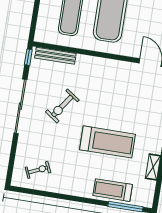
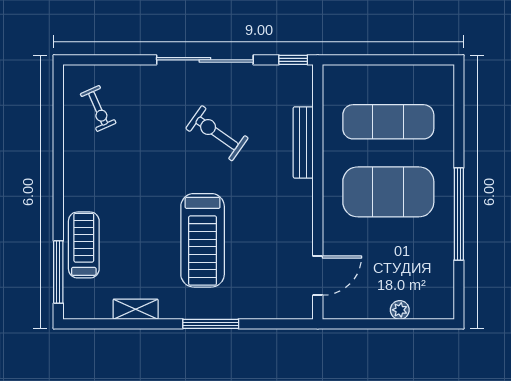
bench: (55, 56) -> (303, 142), moved
treadmill: (107, 142) -> (203, 240), moved

